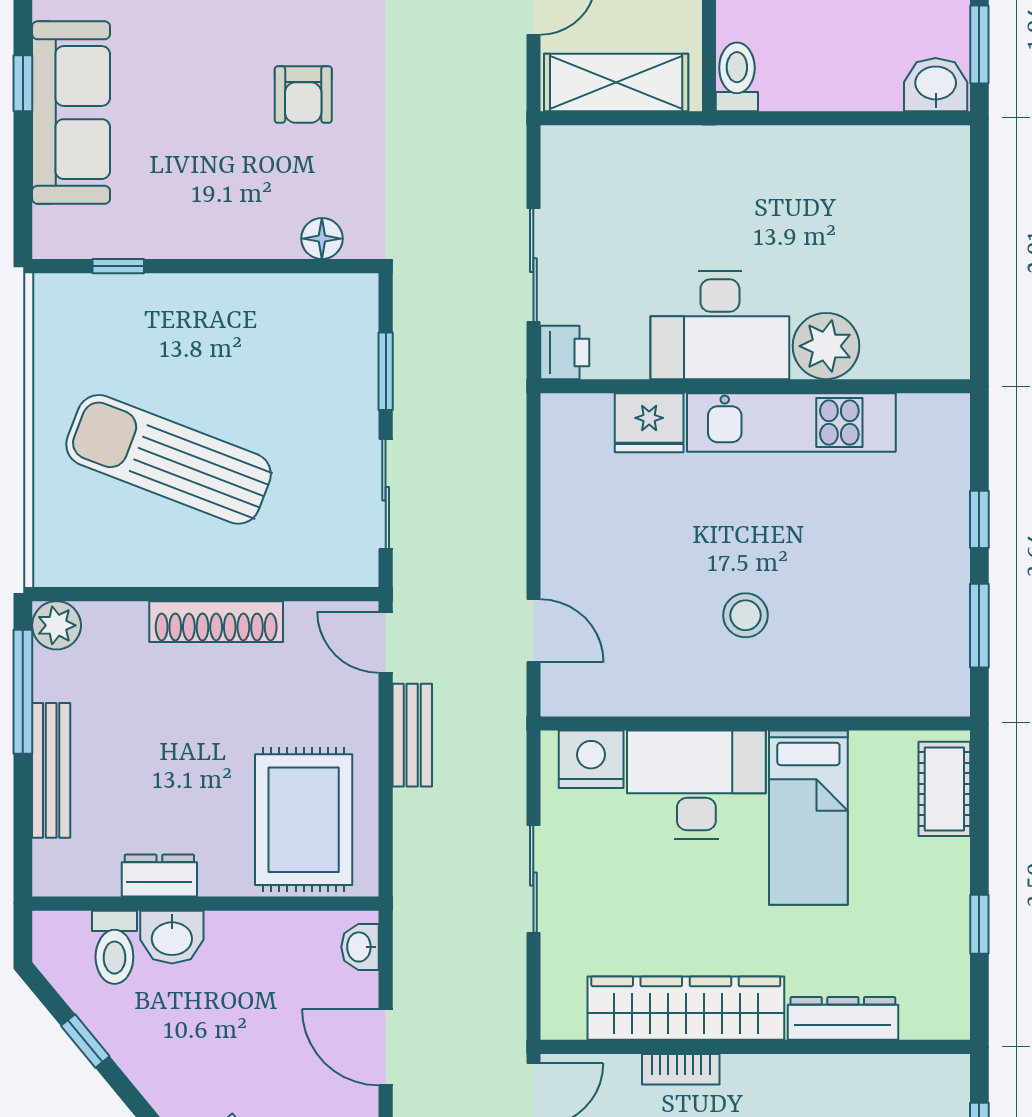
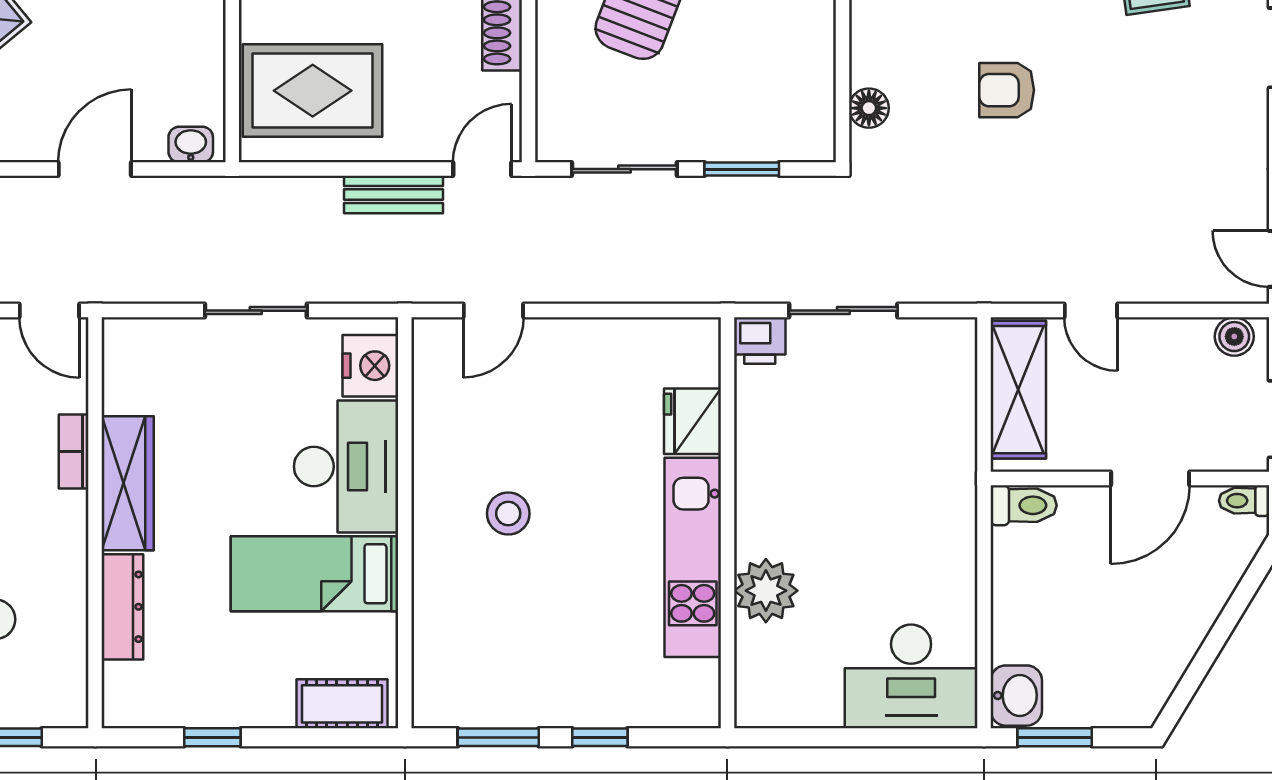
desk: (720, 325) -> (911, 676), moved, turned -90
wardrobe: (686, 1008) -> (128, 483), width x0.71, depth x0.85

